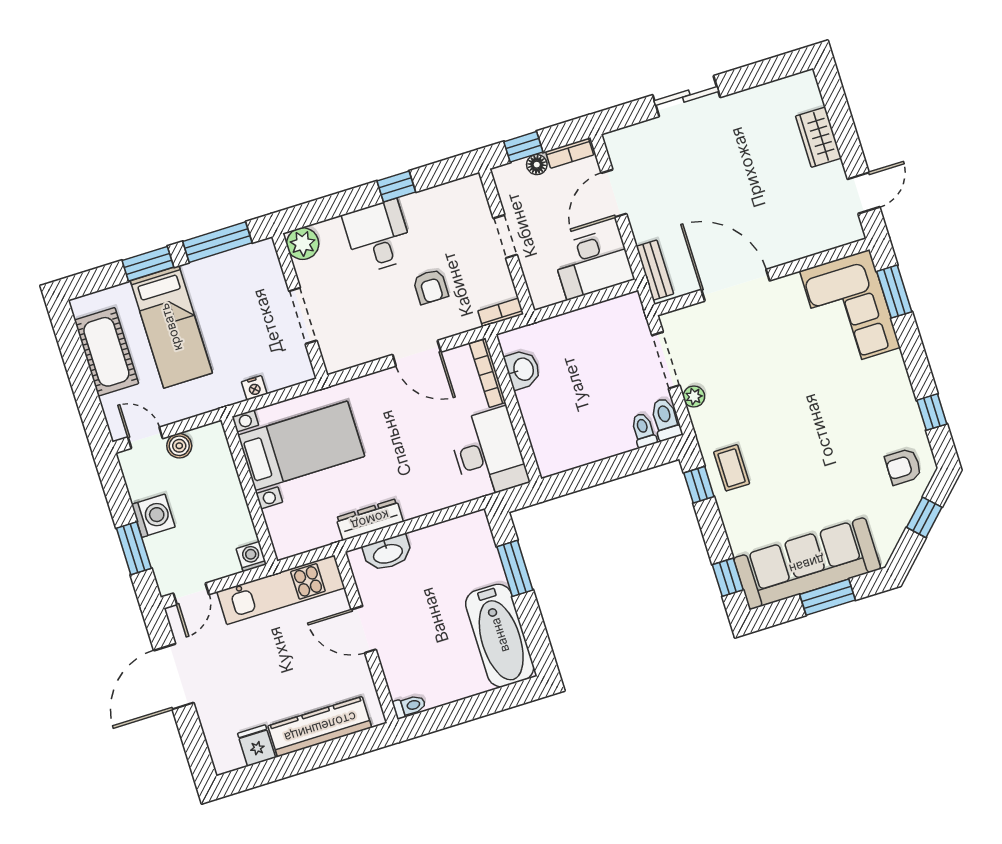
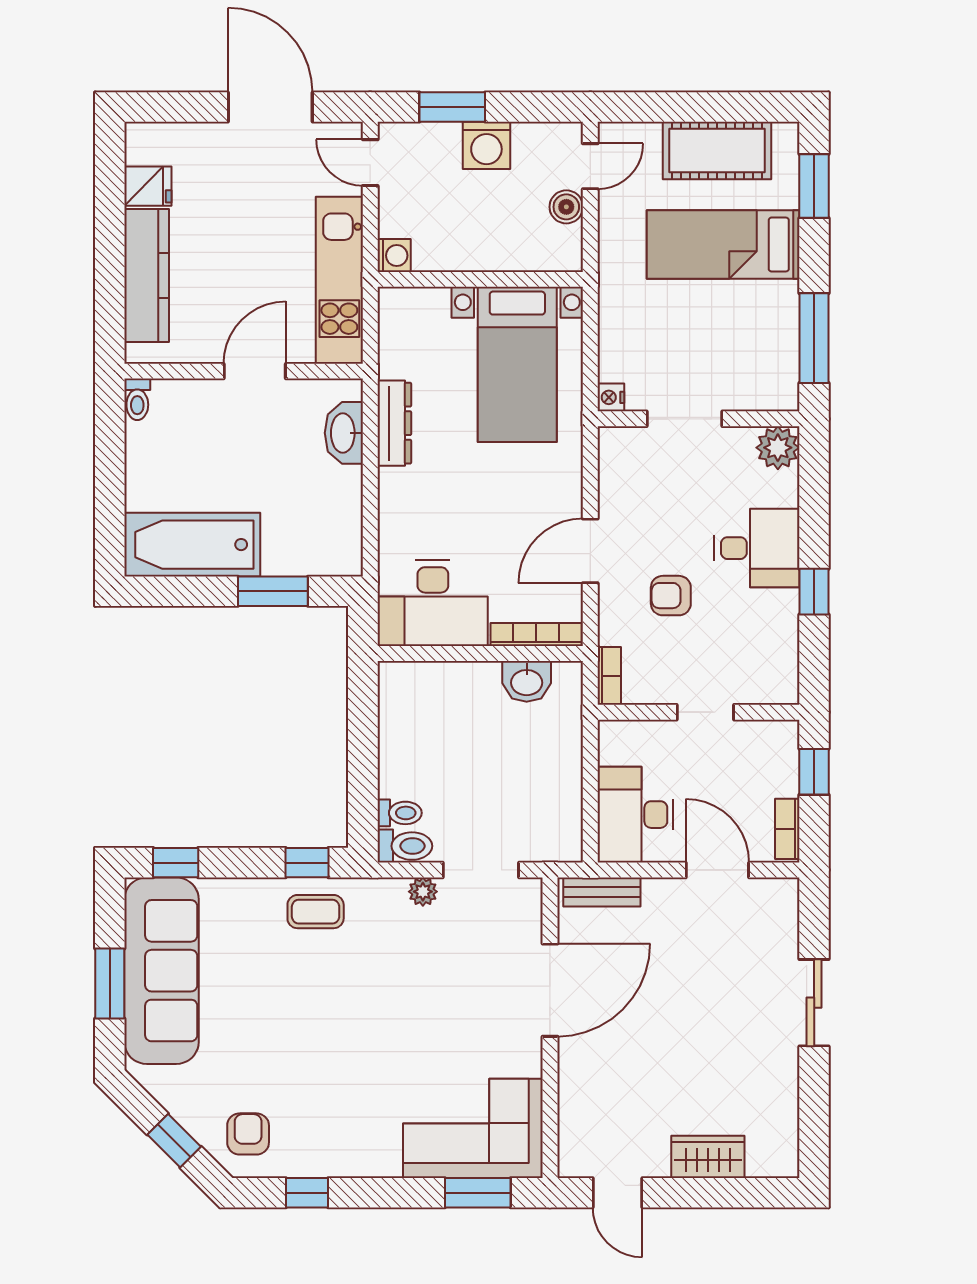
floor lamp: (537, 165) -> (786, 782), removed
window: (148, 264) -> (814, 186), moved
nightstand: (254, 388) -> (611, 397), moved

